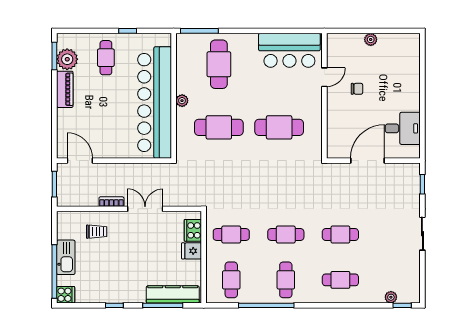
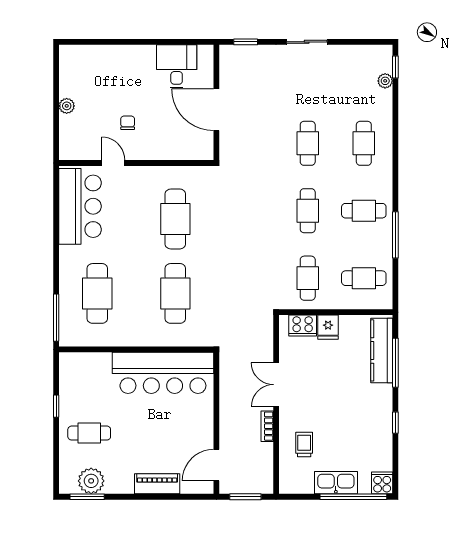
cafe table: (219, 64) -> (97, 293), turned 90
piano: (65, 89) -> (157, 484), moved
plant: (182, 101) -> (142, 339), removed
bar counter: (155, 102) -> (163, 373), width x0.73
window: (266, 305) -> (395, 235), width x0.68

